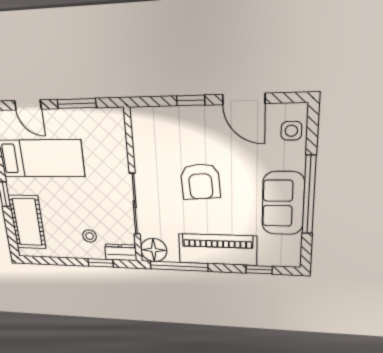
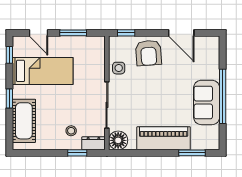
window: (191, 100) -> (126, 33), moved
side table: (291, 131) -> (119, 68), moved
armchair: (200, 182) -> (149, 53), moved
window: (179, 266) -> (136, 153), removed
window: (259, 270) -> (192, 153), width x1.50

